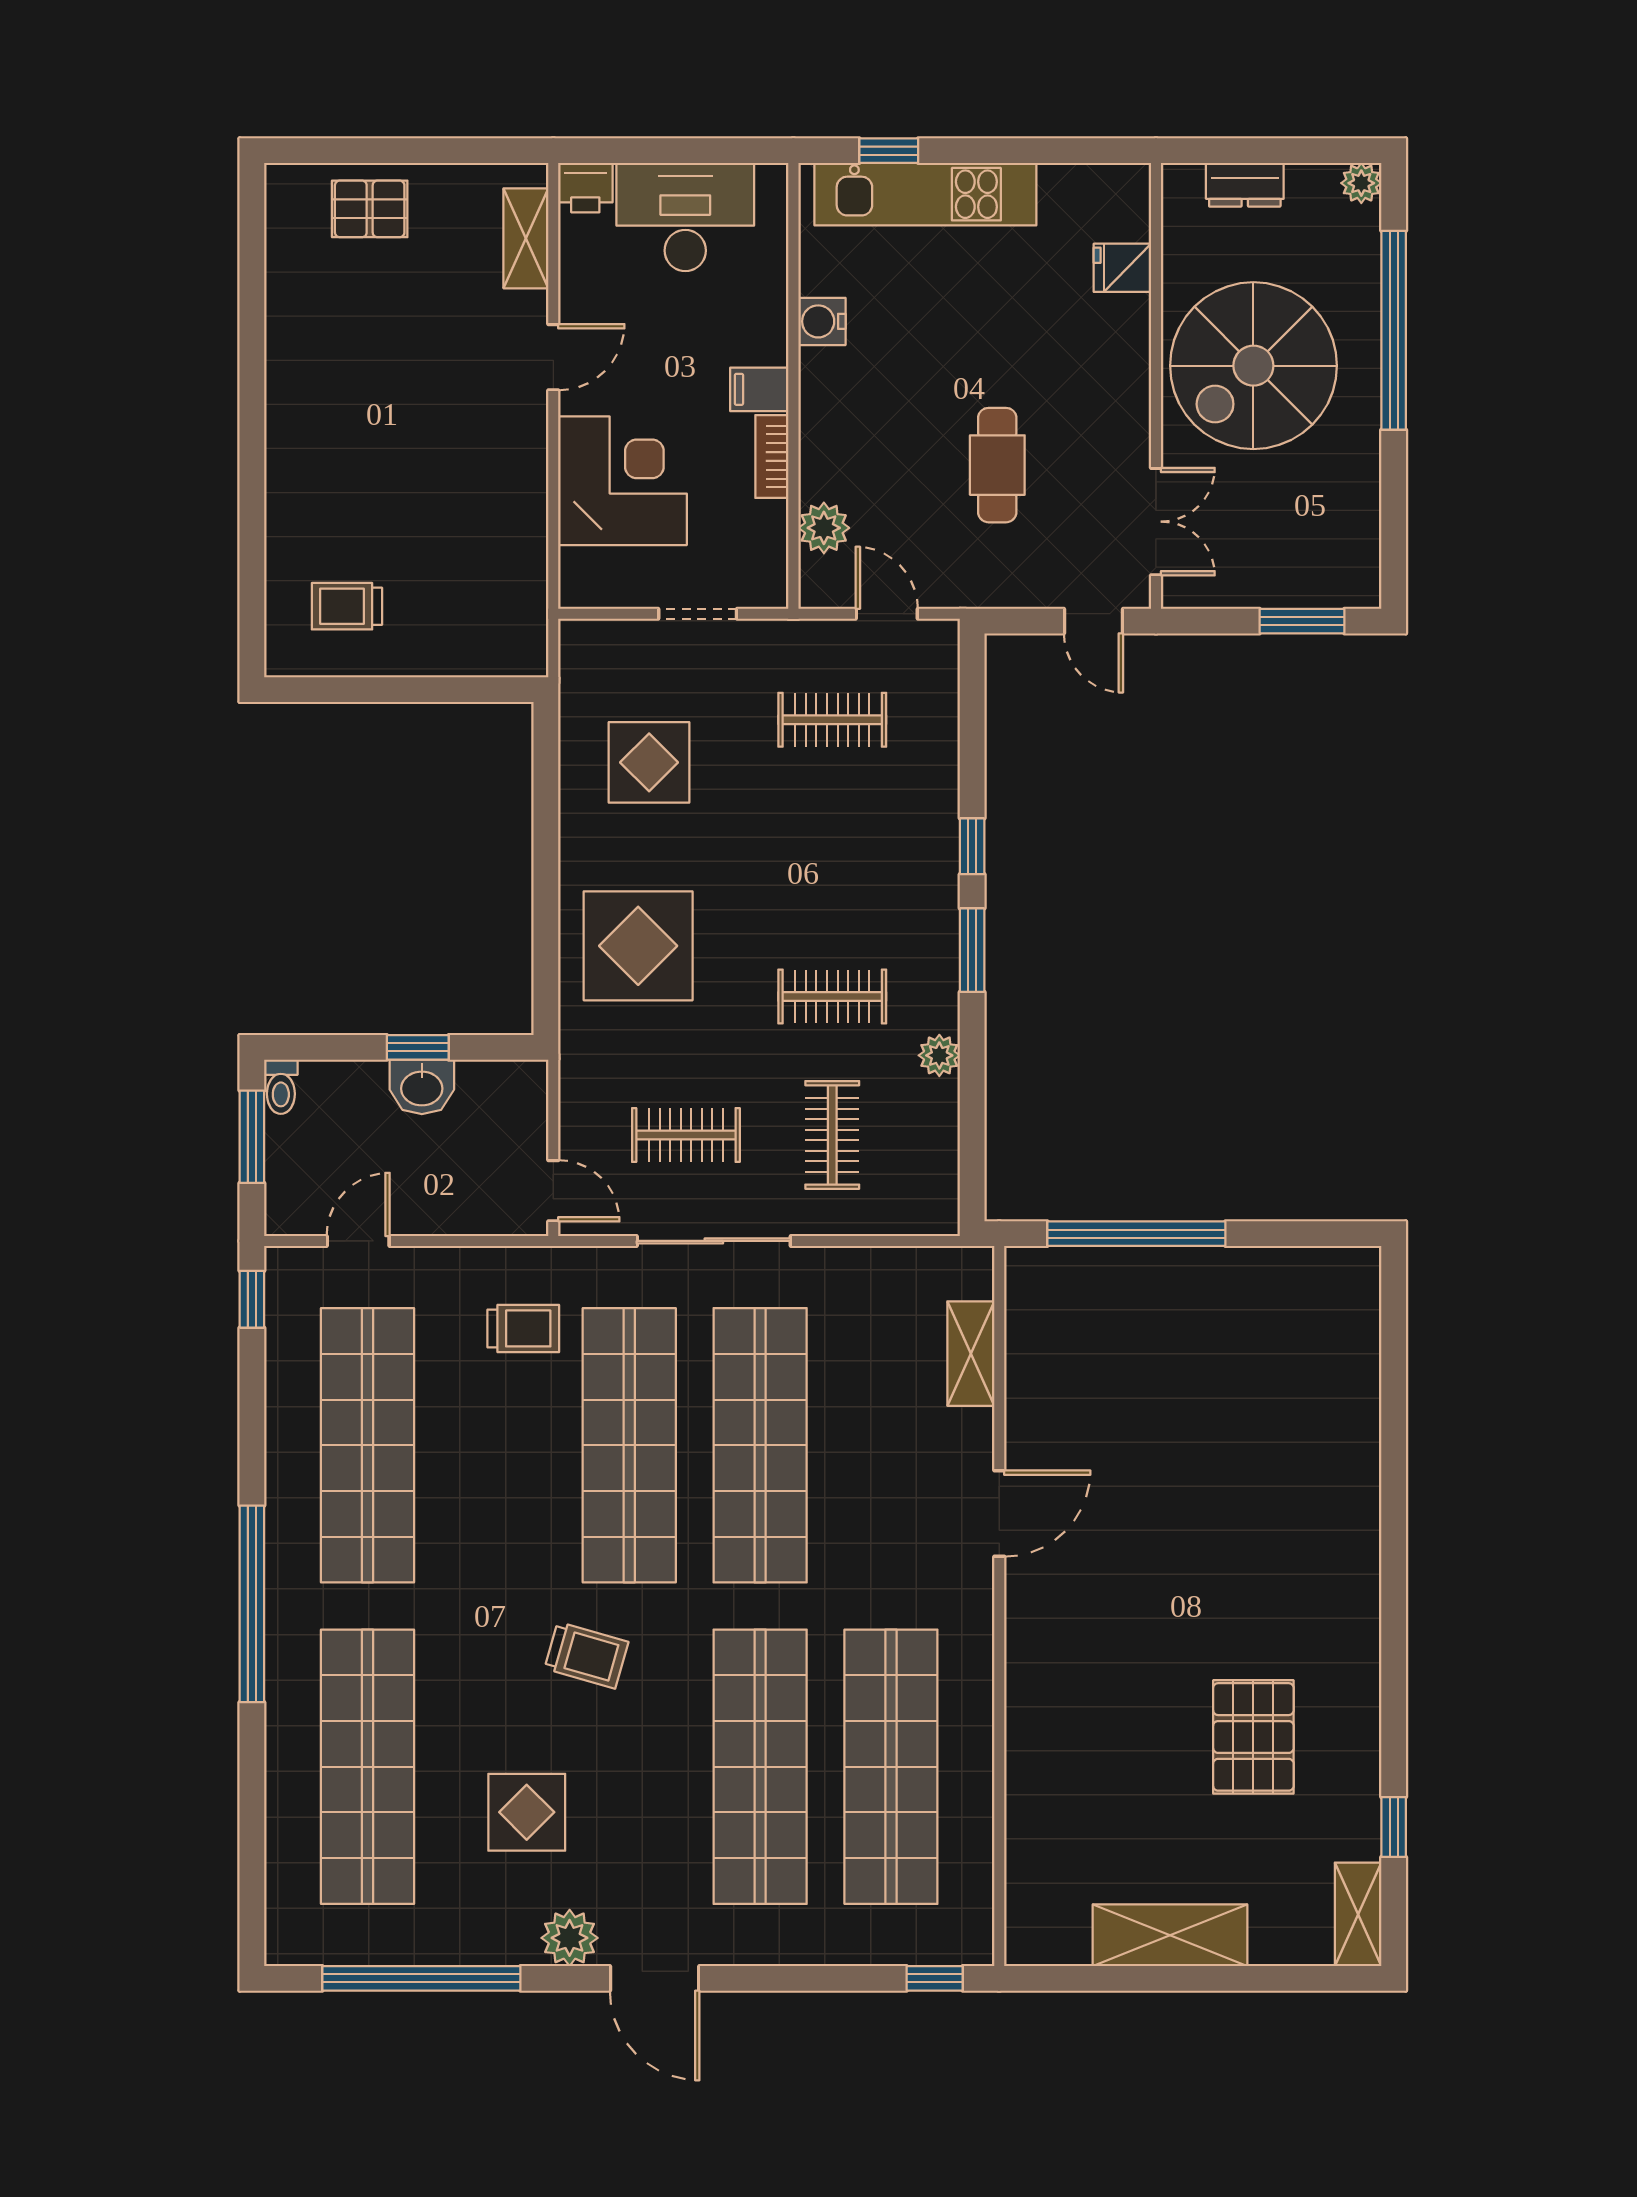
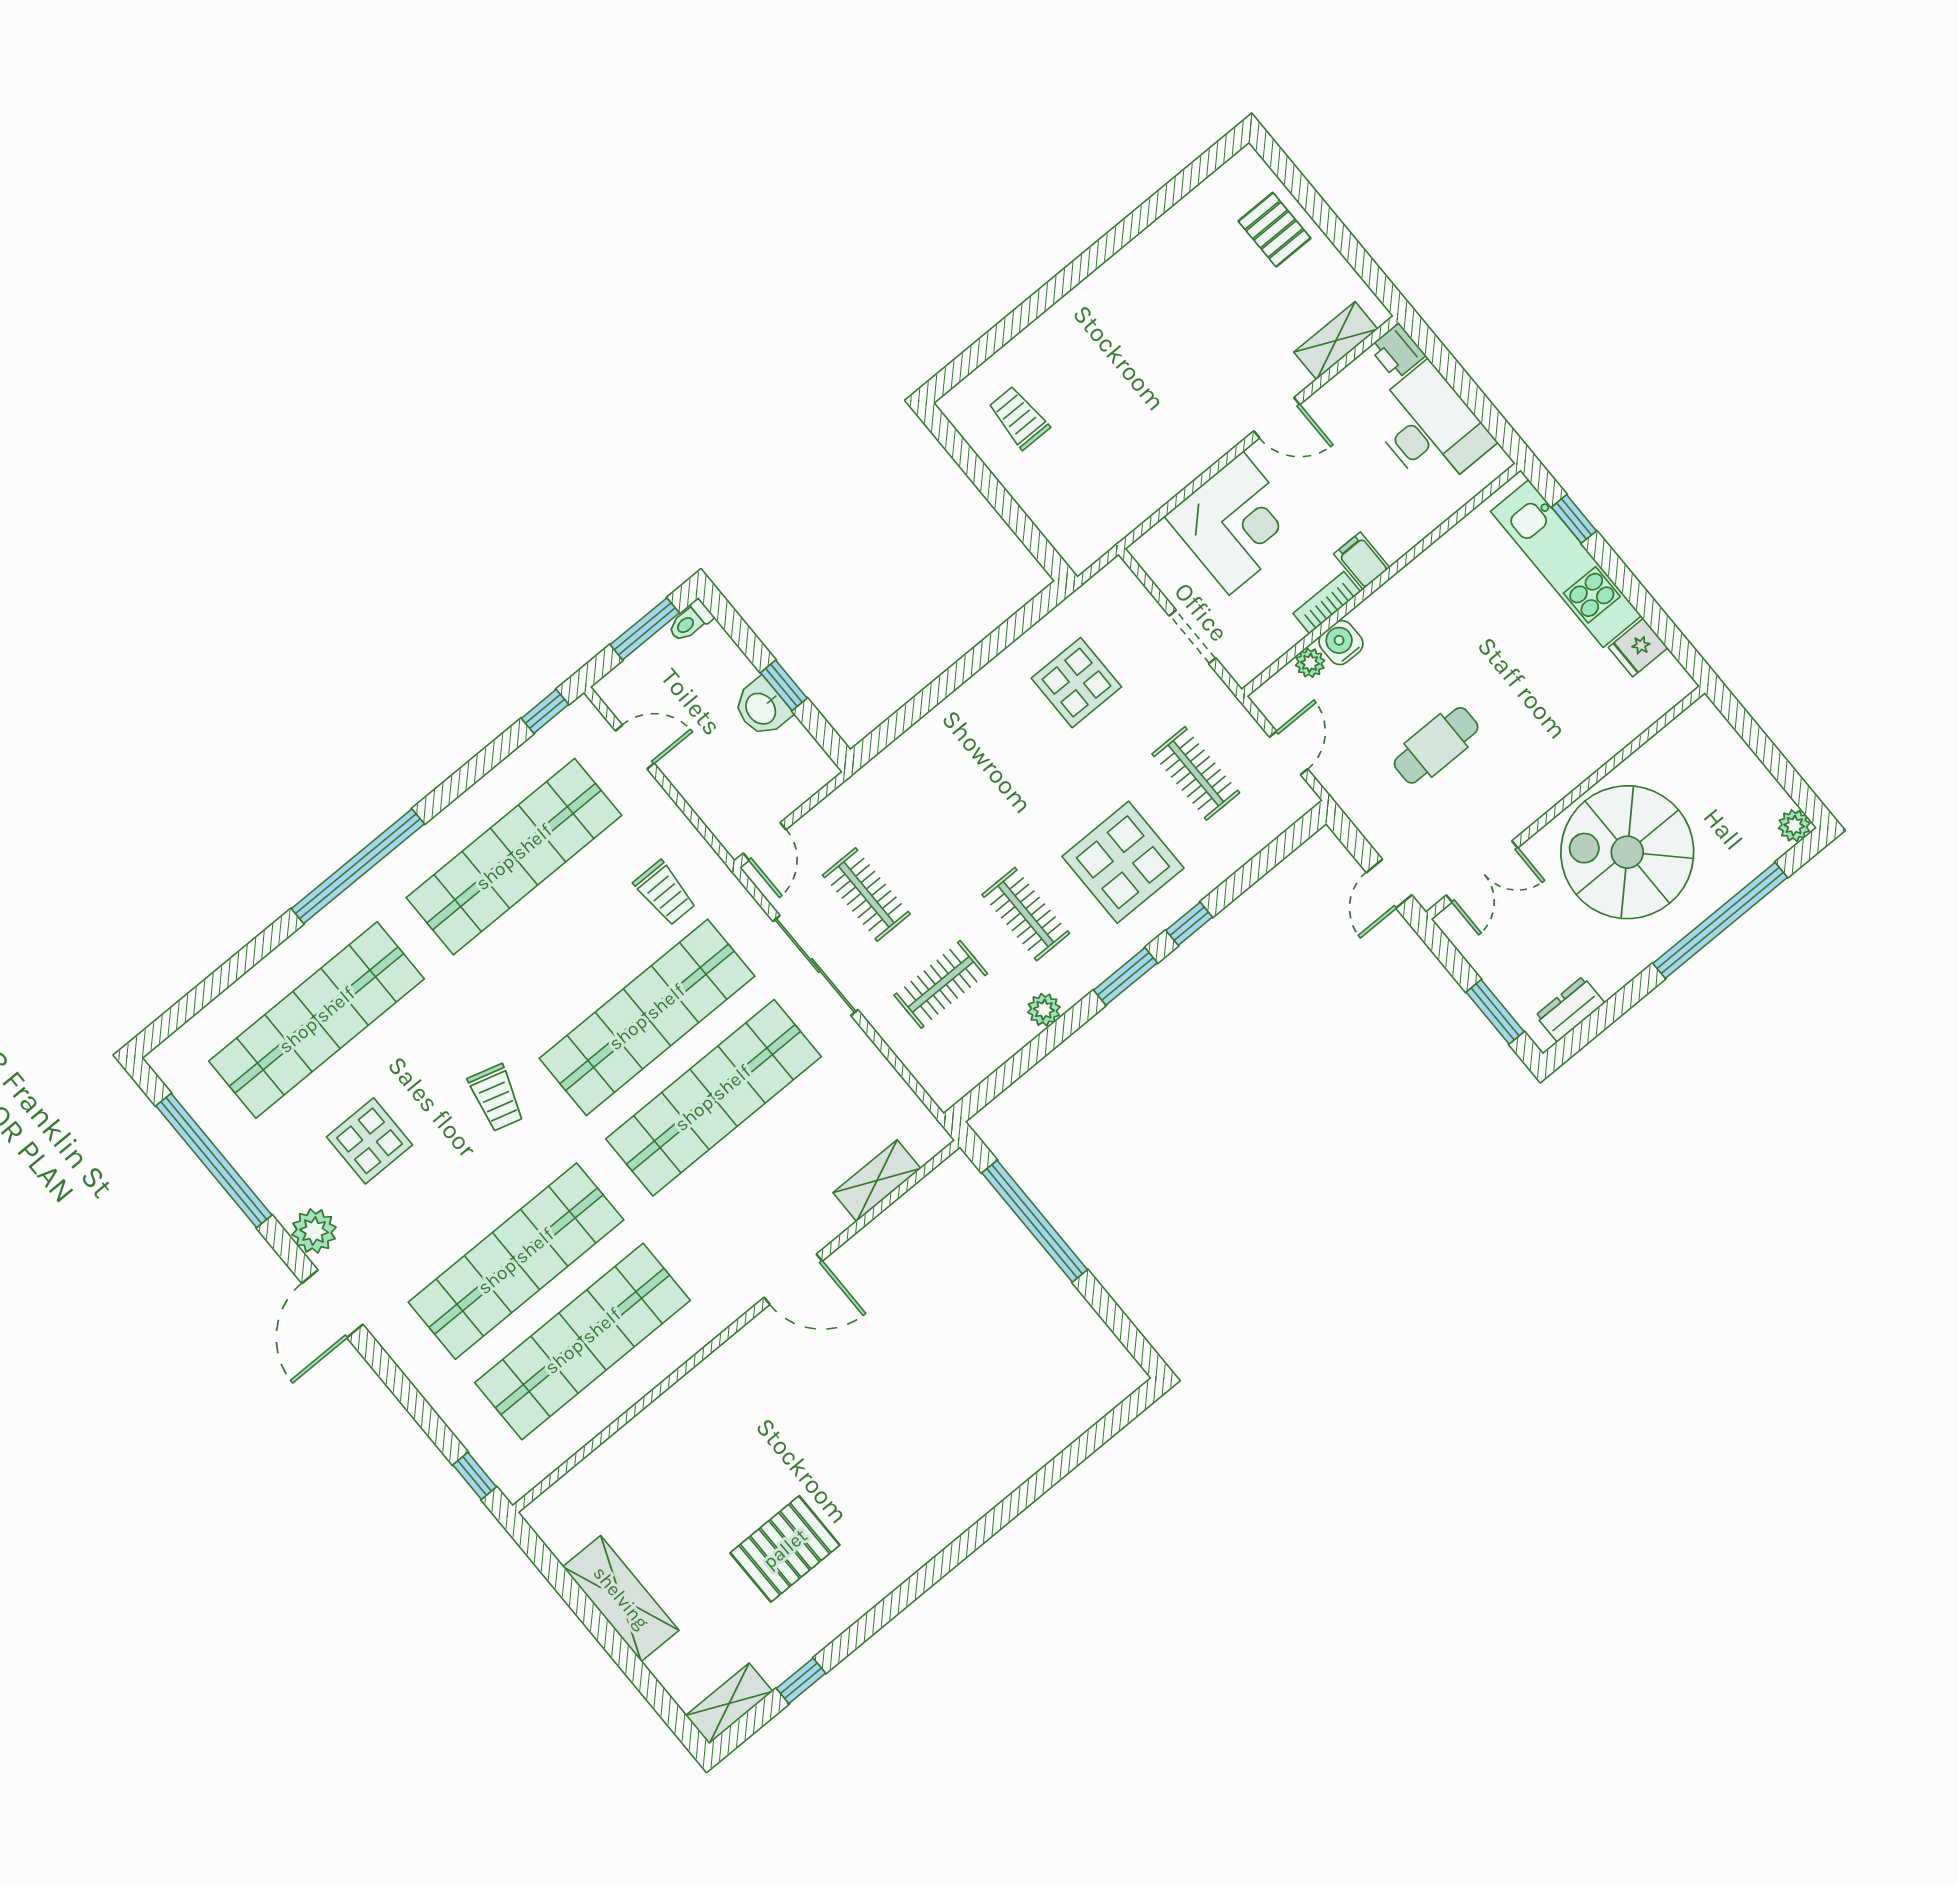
dresser: (1245, 185) -> (1570, 1009), moved, turned 90
fridge: (1122, 268) -> (1638, 648), moved, turned -90
water cooler: (822, 321) -> (1341, 643), moved
plant: (824, 528) -> (1310, 663), width x0.73, depth x0.73
display table: (638, 946) -> (1123, 862), moved

